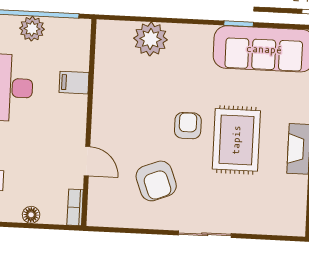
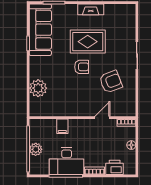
armchair: (188, 126) -> (82, 67), turned 180

